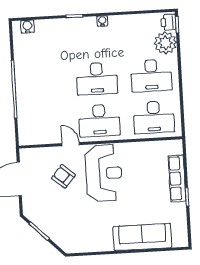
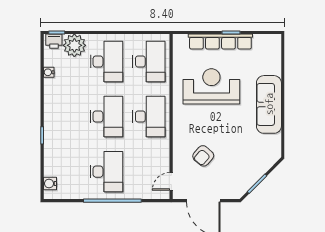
water cooler: (102, 21) -> (49, 72), moved
desk: (42, 82) -> (107, 172), added
door: (71, 144) -> (171, 181), moved
reception desk: (104, 173) -> (211, 86), moved
row of seats: (177, 178) -> (220, 42), width x1.36
sofa: (142, 237) -> (269, 104), moved

